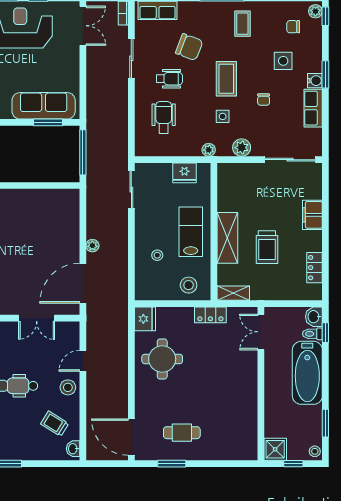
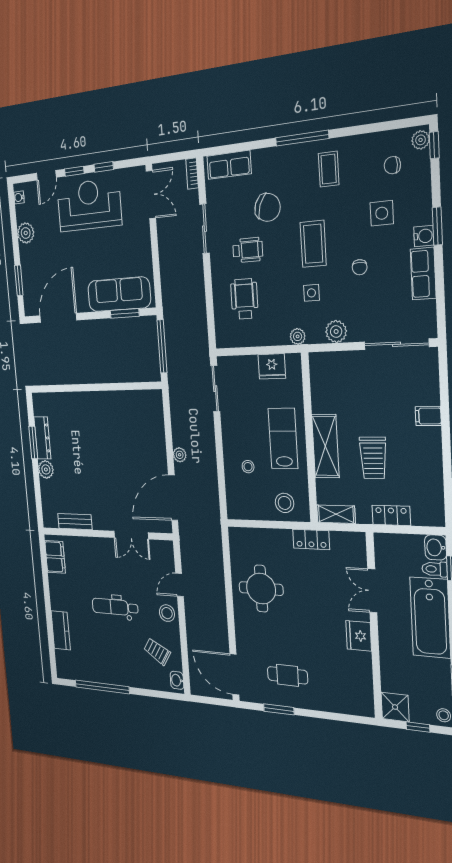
filing cabinet: (312, 215) -> (428, 416), width x0.50
locker: (315, 268) -> (391, 515), moved, turned 90
fridge: (145, 319) -> (359, 636), moved, turned 180
double door: (261, 332) -> (372, 591), moved

